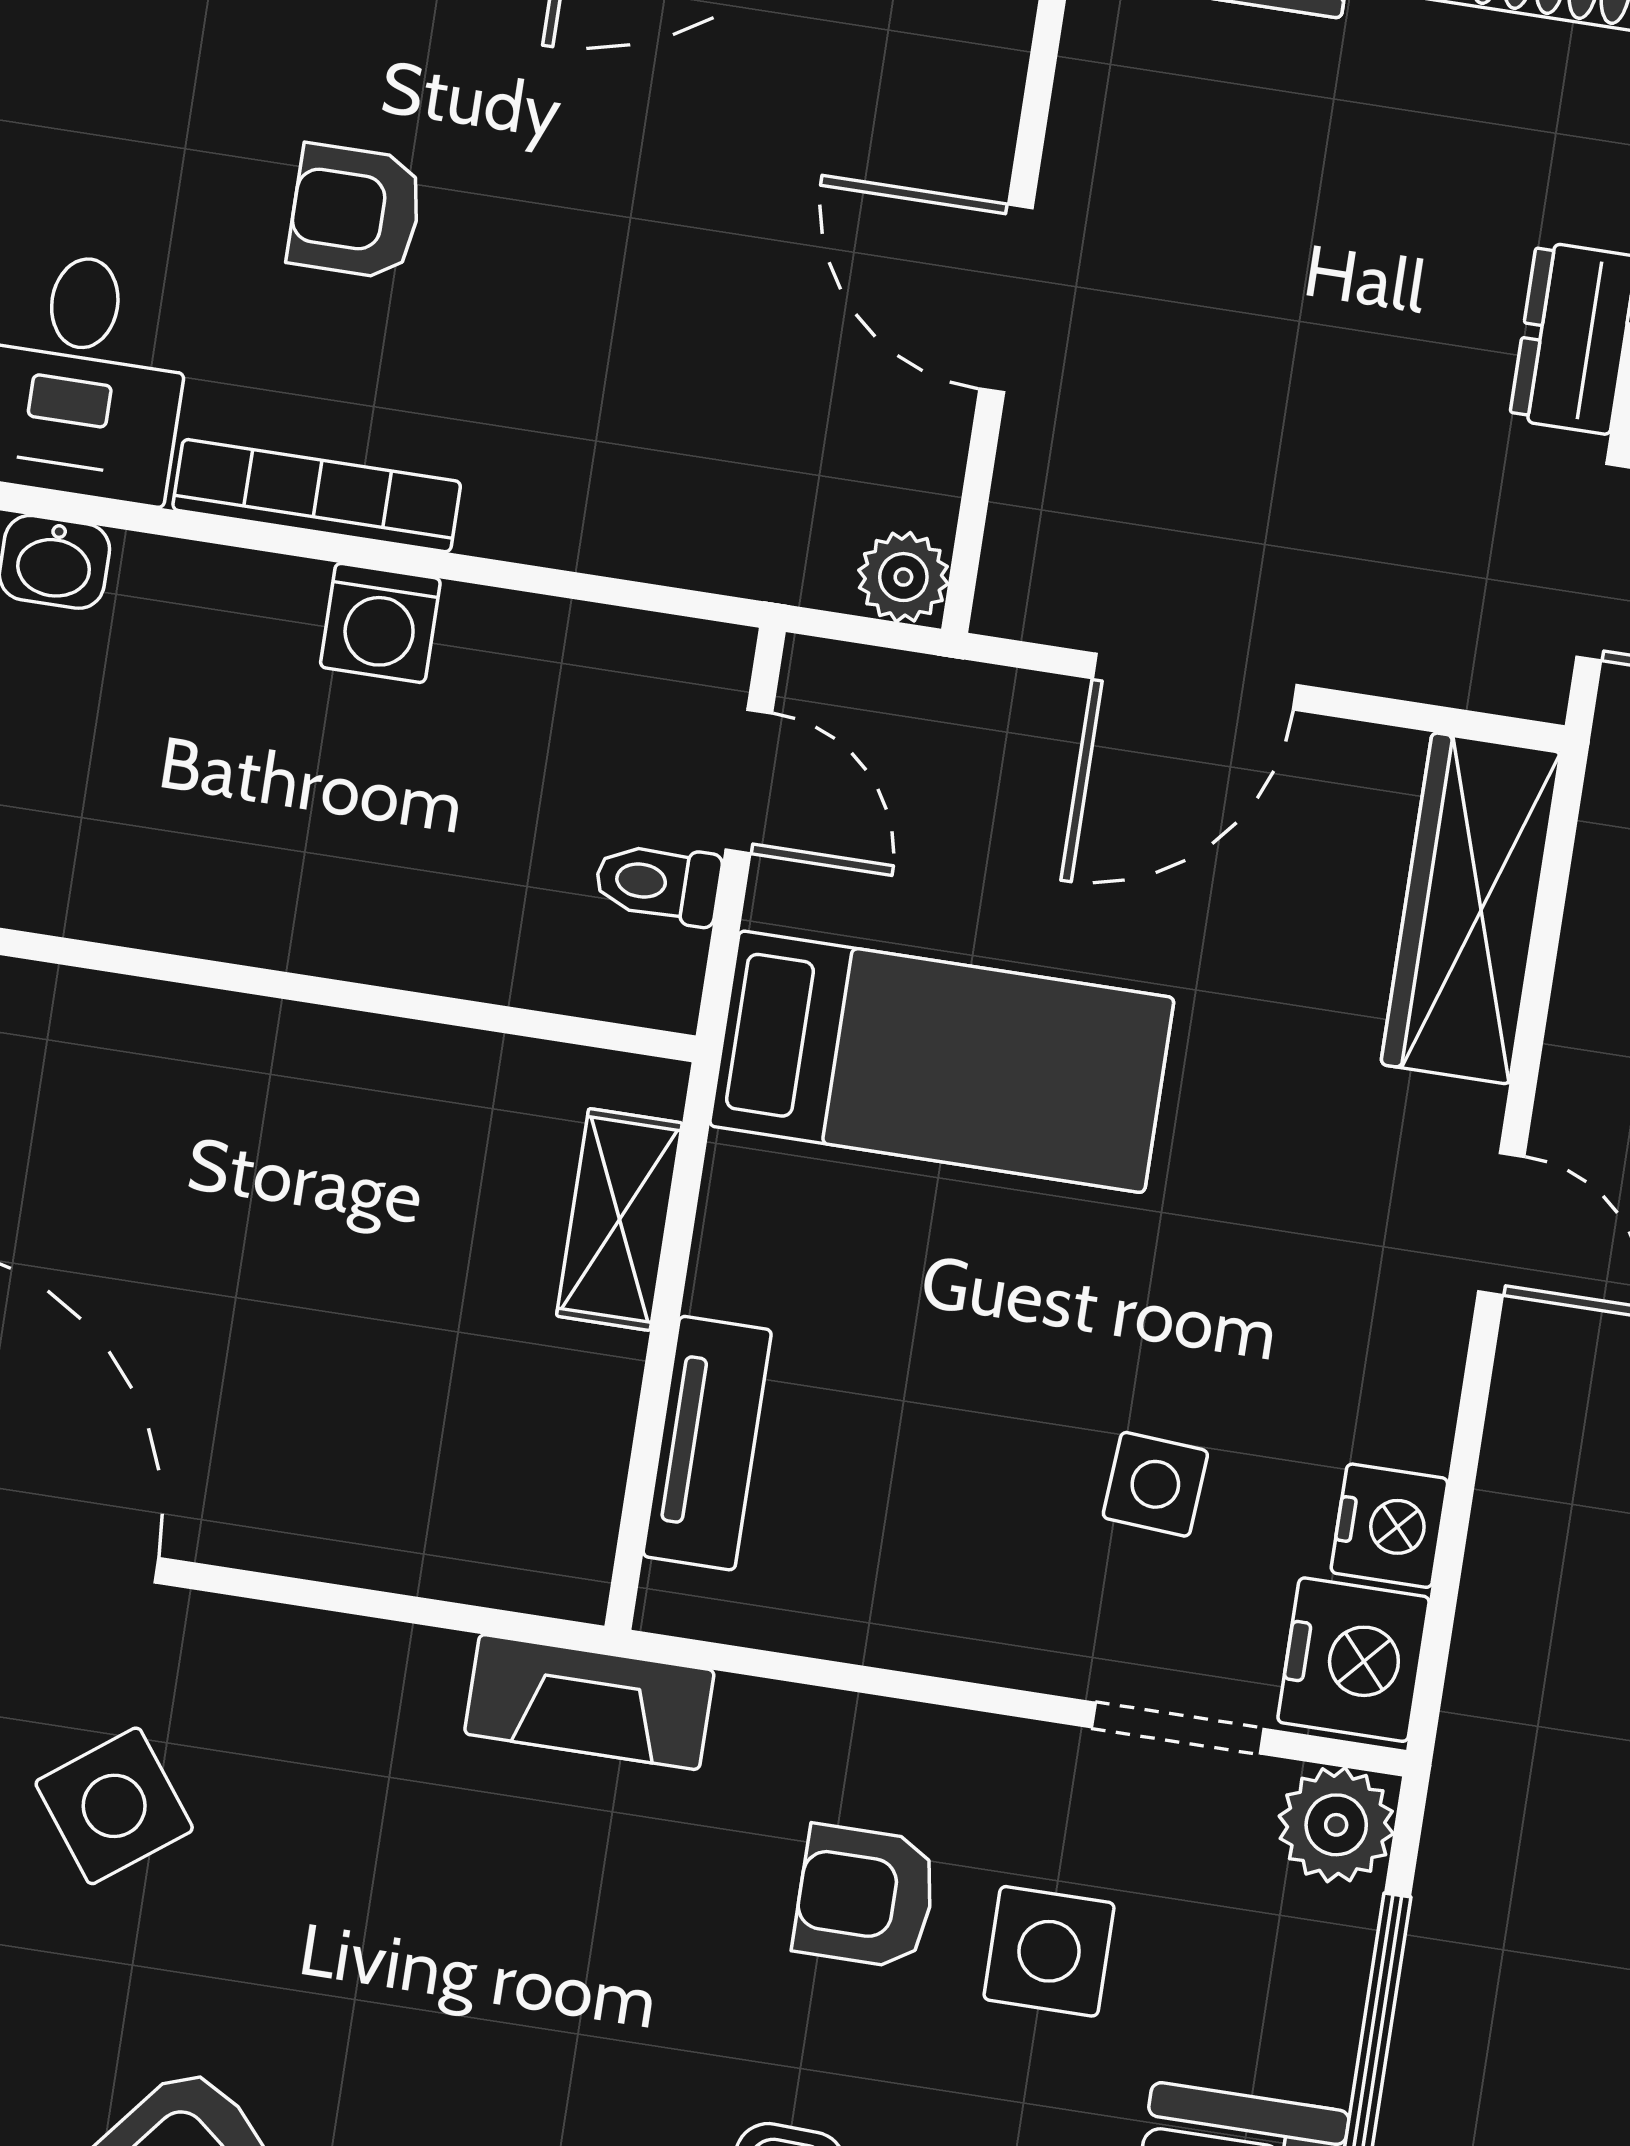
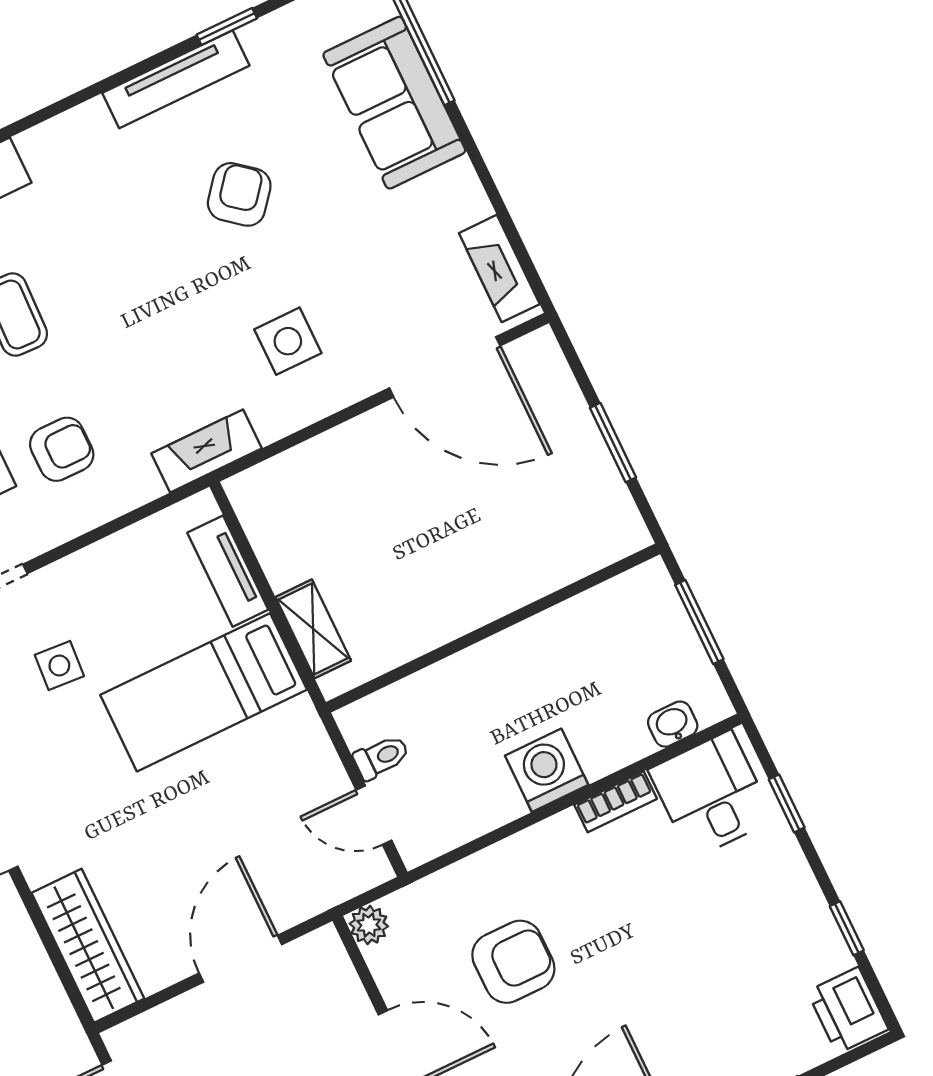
armchair: (356, 212) -> (513, 962), moved, width x1.38, depth x1.38
bookcase: (317, 496) -> (616, 802), width x0.64
washing machine: (380, 623) -> (547, 770), width x1.38, depth x1.38
bed: (942, 1062) -> (204, 692), moved
side table: (114, 1806) -> (288, 341), moved, turned 37

